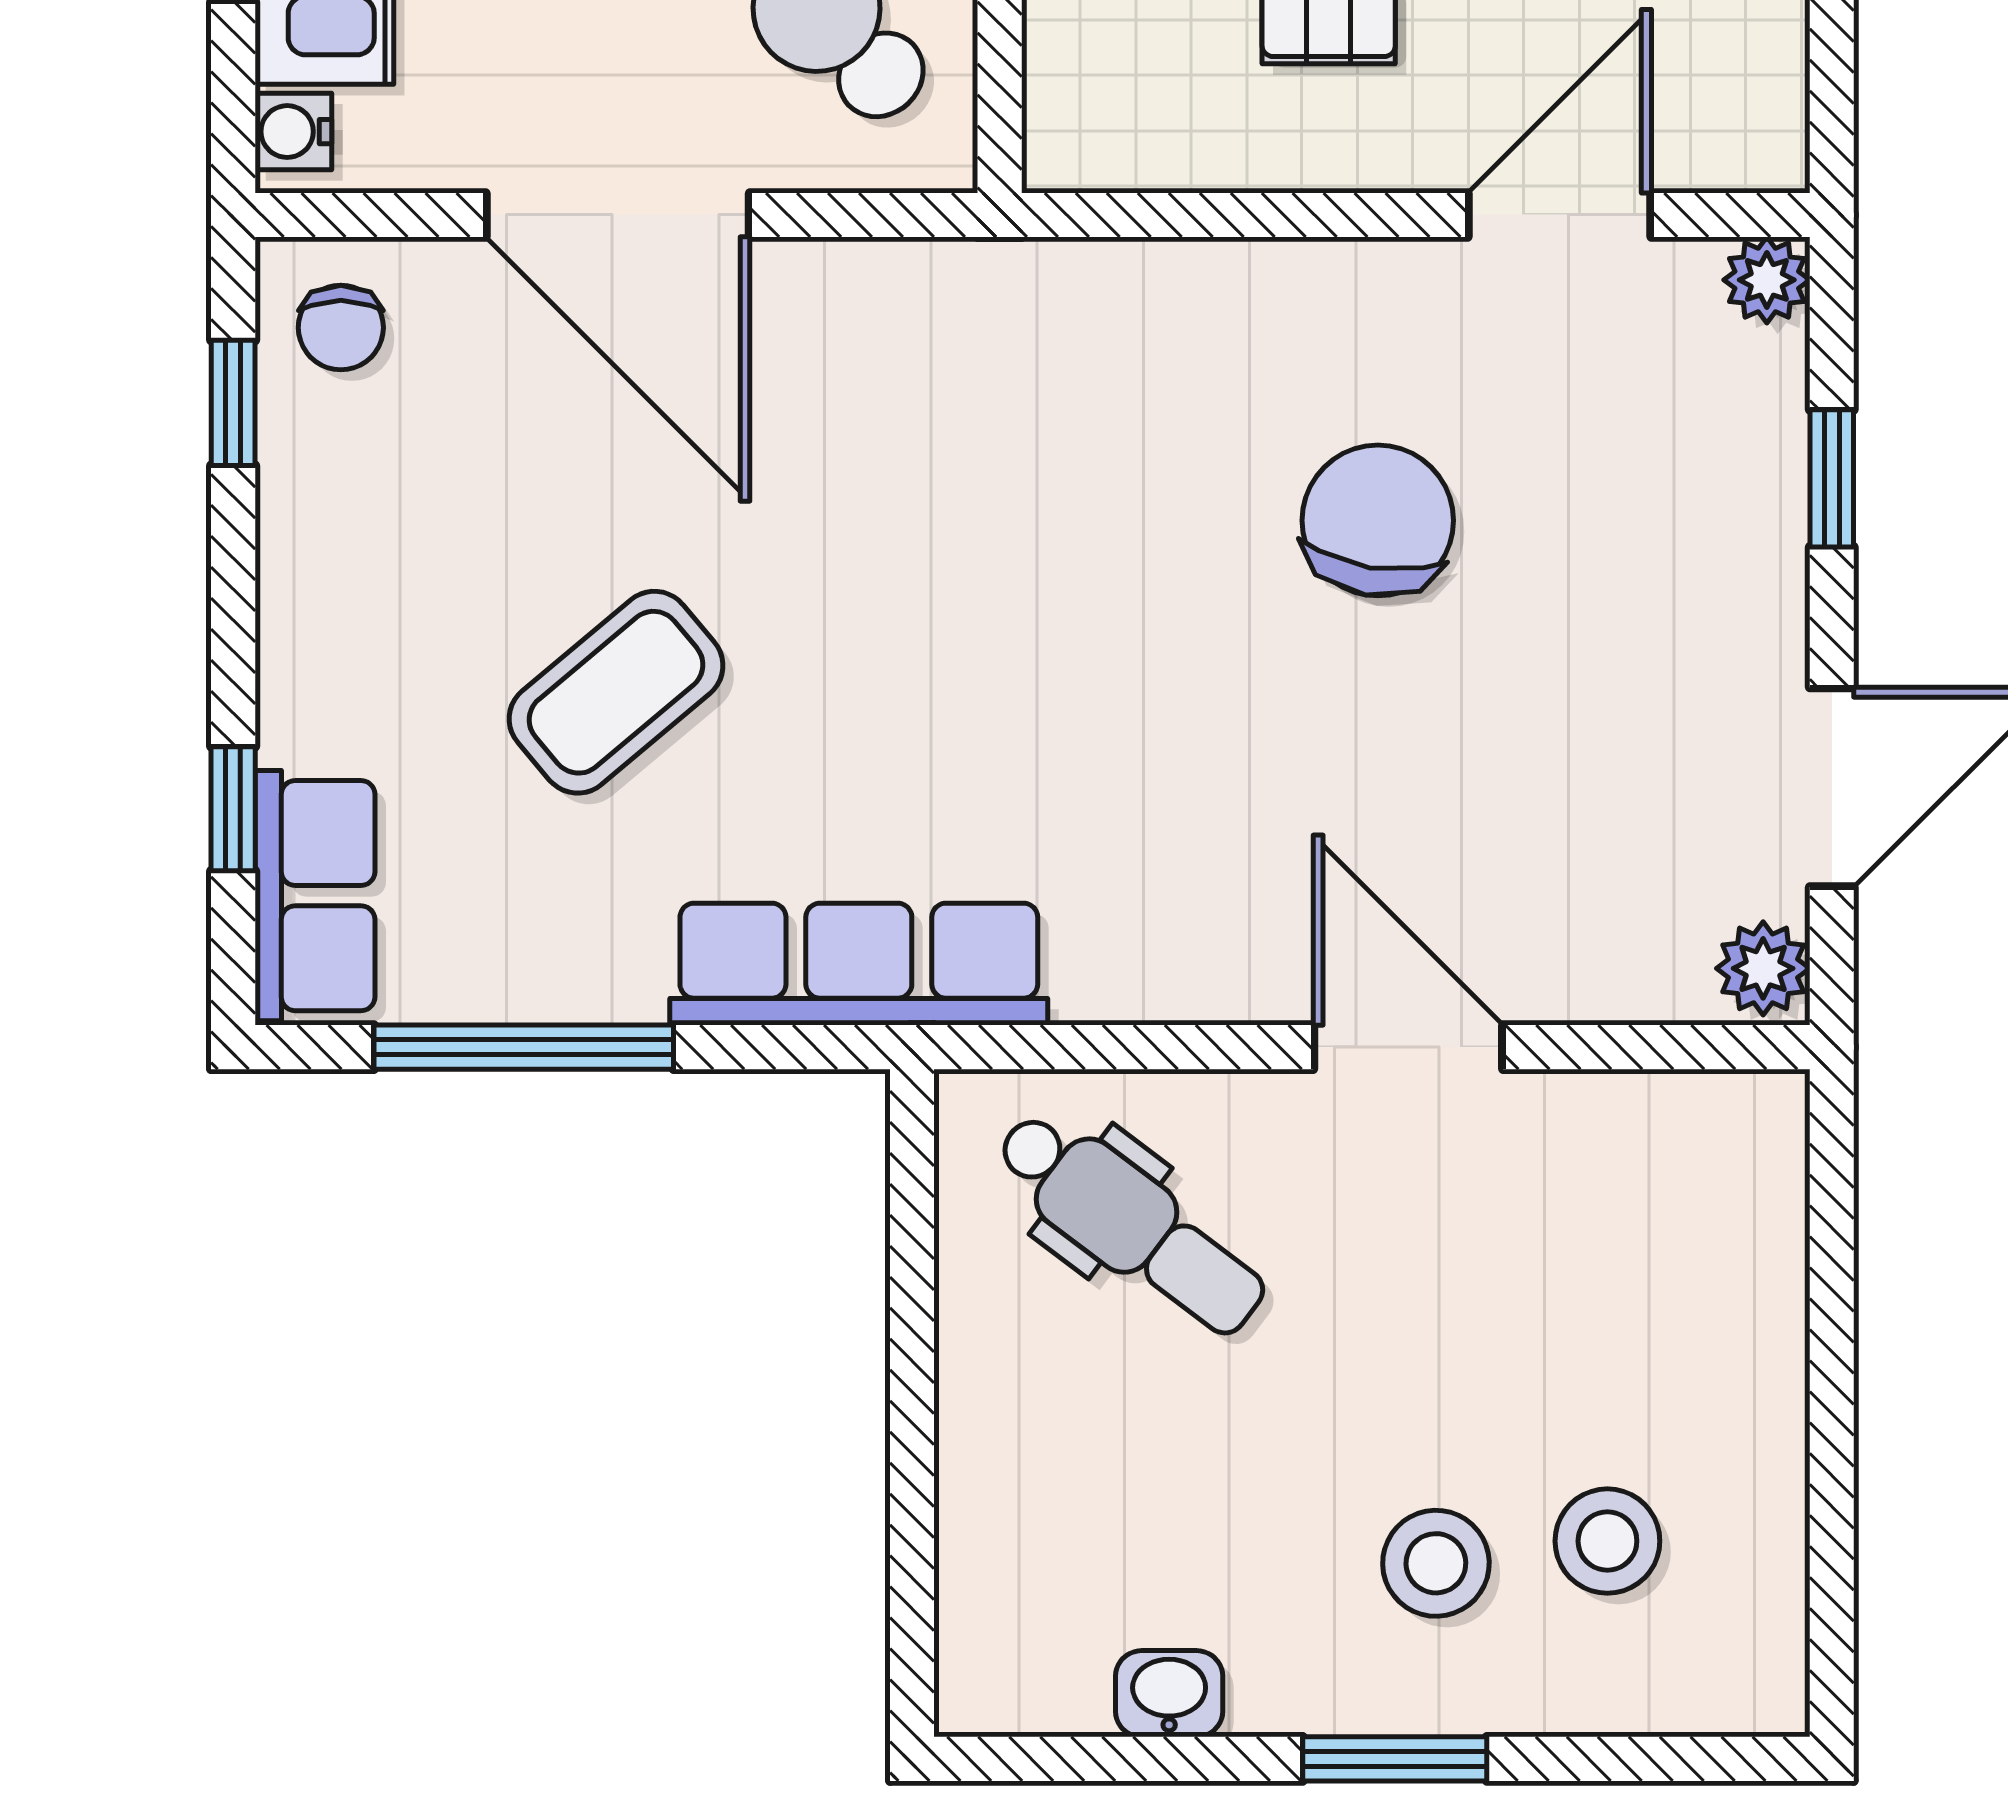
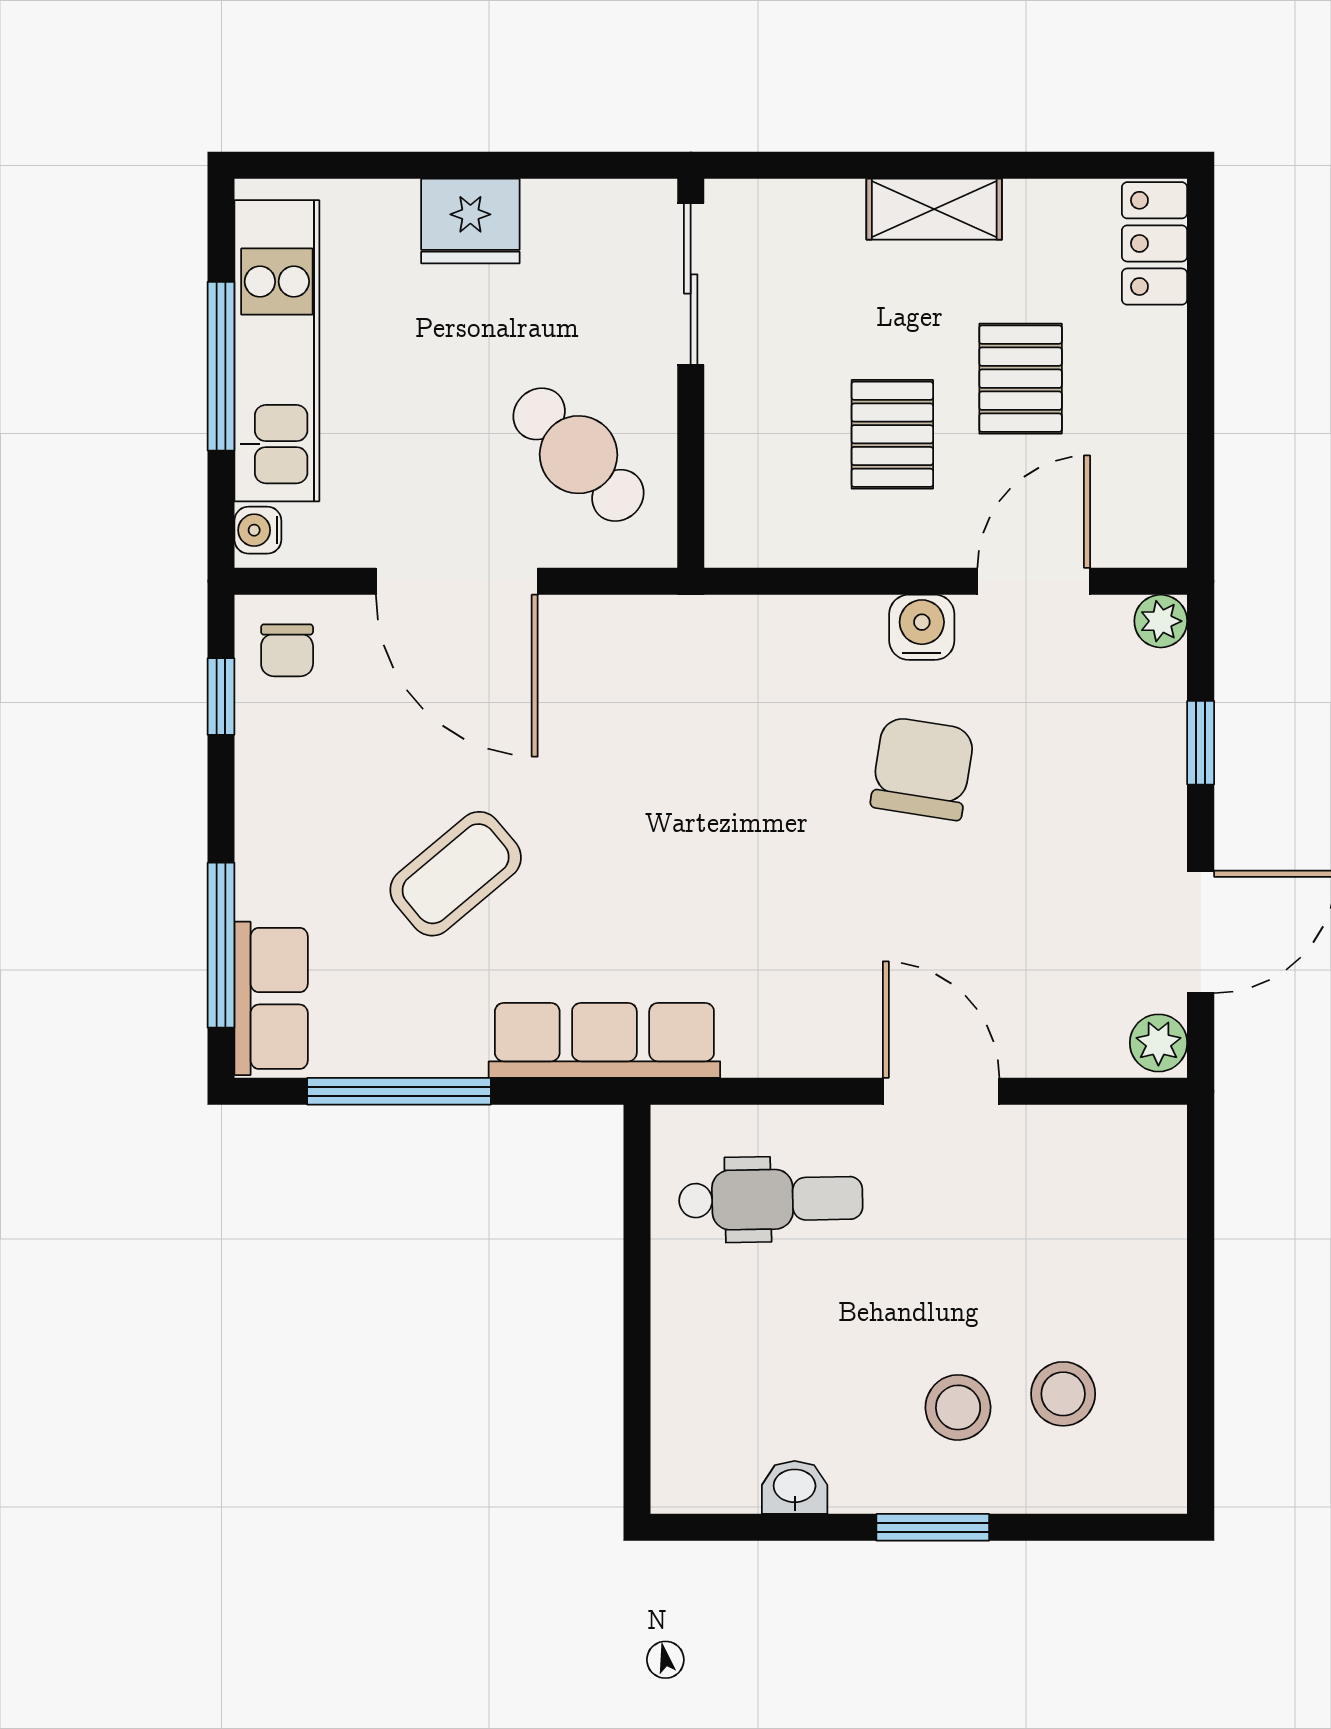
water cooler: (1377, 290) -> (922, 627), added
window: (233, 809) -> (221, 945), width x2.17
dental chair: (1130, 1224) -> (771, 1199), turned -38

